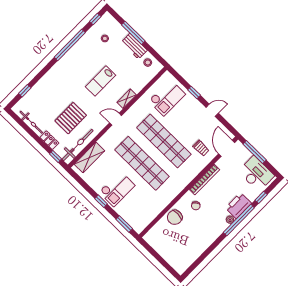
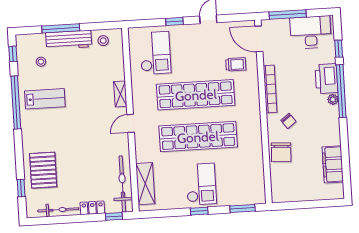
workbench: (134, 46) -> (69, 40), width x1.38
lab bench: (101, 81) -> (45, 99), moved, turned -90
pallet: (71, 118) -> (43, 170), moved
filing cabinet: (194, 252) -> (333, 164), added

